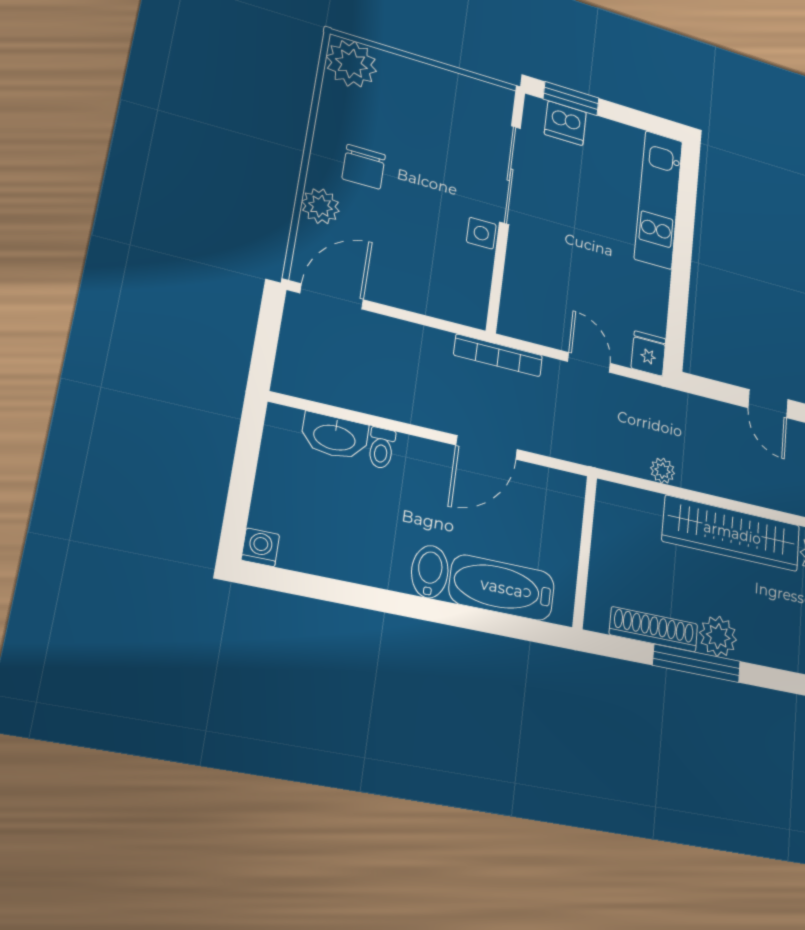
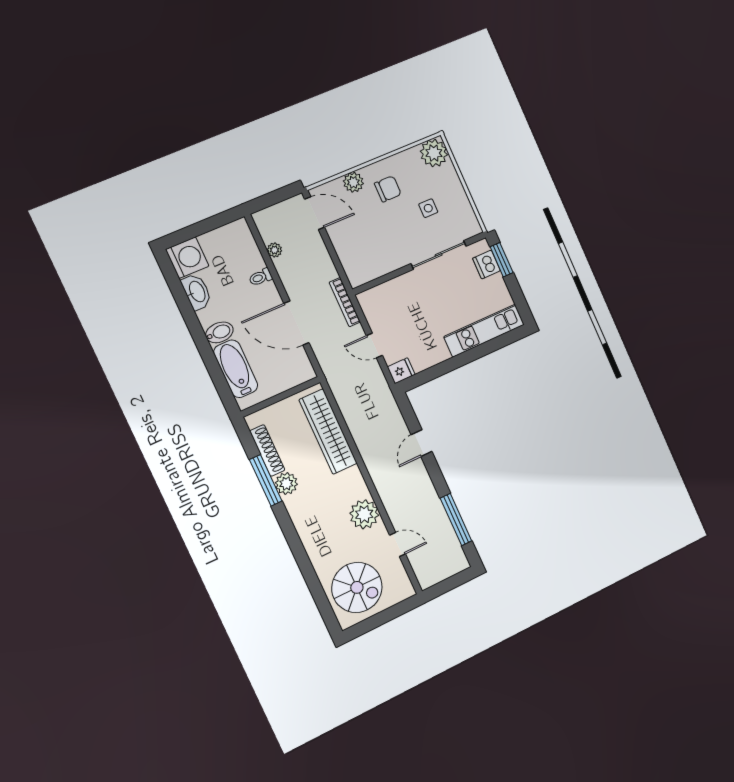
chair: (364, 167) -> (388, 189), turned 180
side table: (481, 233) -> (428, 208), moved
door: (589, 362) -> (374, 346), swing flipped
washbasin: (335, 437) -> (197, 292), moved, turned 180
door: (487, 447) -> (296, 323), width x1.36
plant: (663, 471) -> (275, 250), moved
wardrobe: (732, 533) -> (328, 432), moved
washing machine: (260, 547) -> (187, 258), width x1.89, depth x1.89

